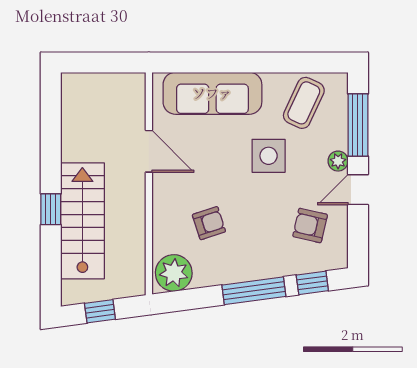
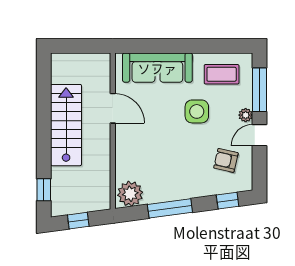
coffee table: (304, 103) -> (222, 74), turned 65
window: (51, 209) -> (44, 190), moved
stairs: (82, 221) -> (66, 125), moved
armchair: (209, 223) -> (155, 159), removed
window: (254, 291) -> (170, 208), moved

